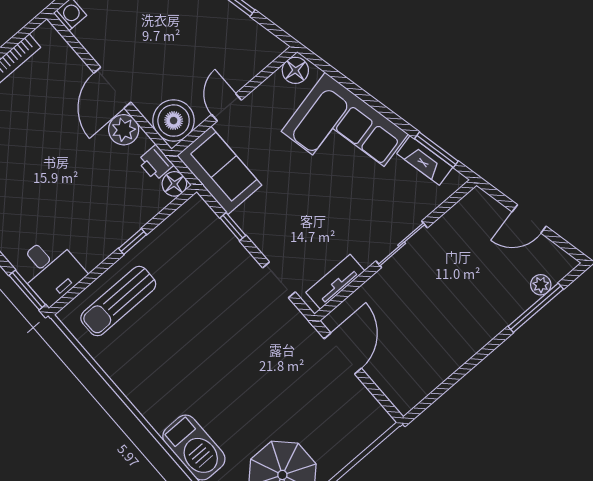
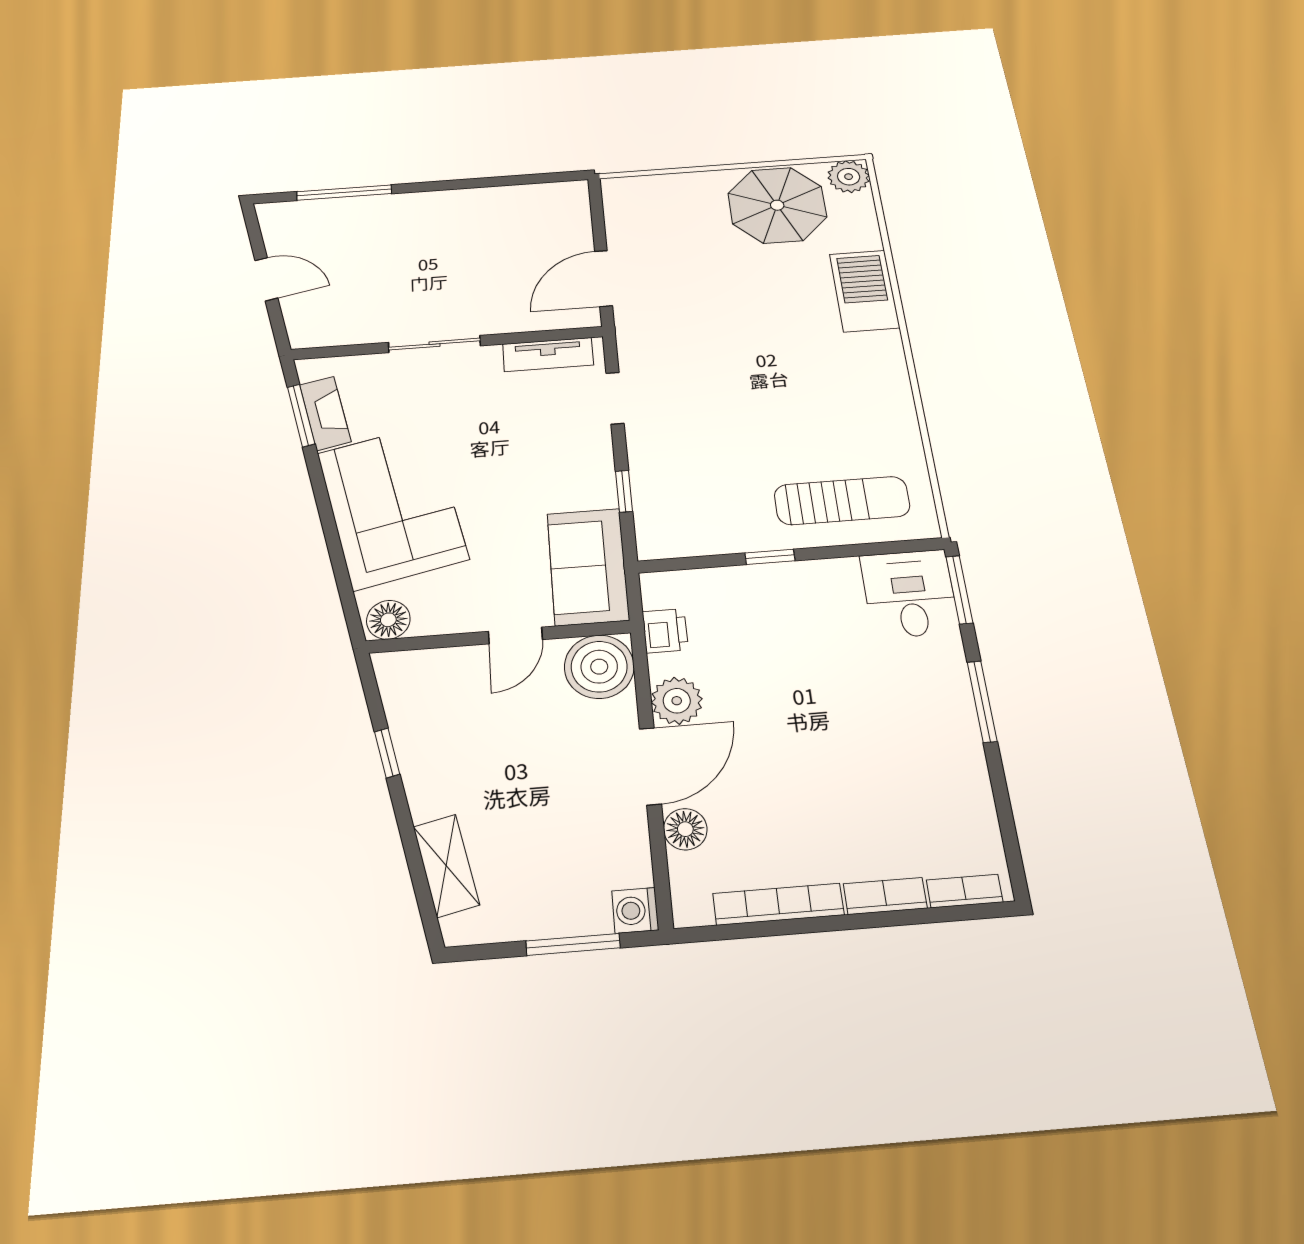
floor lamp: (174, 184) -> (685, 829), moved
plant: (541, 285) -> (317, 210), removed

